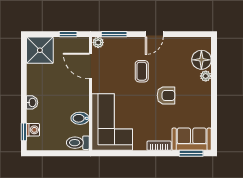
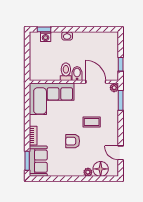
door: (154, 34) -> (121, 153), moved
shower: (40, 50) -> (108, 42), removed
door: (91, 66) -> (96, 82), hinge flipped
armchair: (166, 95) -> (73, 141), turned 90
bidet: (80, 118) -> (77, 74), moved
toilet: (78, 143) -> (66, 72), moved

